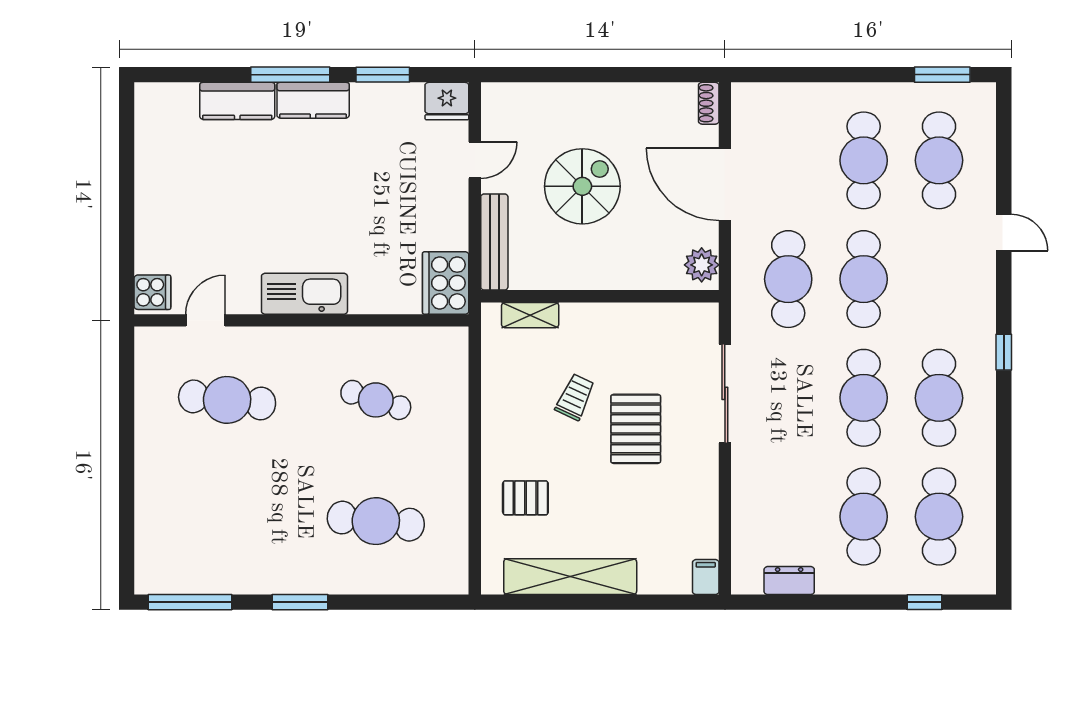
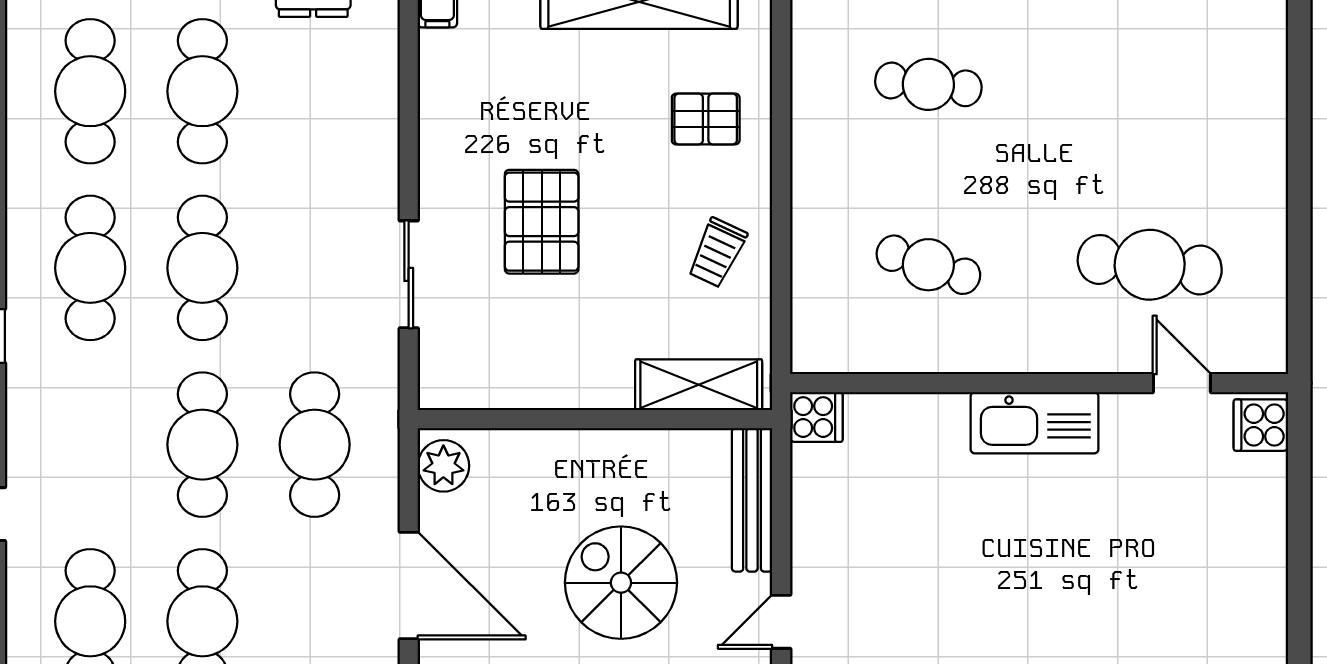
spiral stairs: (582, 186) -> (621, 583), turned 90
cooker: (446, 283) -> (816, 417), width x0.53, depth x0.76
shelving: (530, 315) -> (699, 385), width x1.50, depth x1.33
door: (205, 320) -> (1182, 383), swing flipped
sliding door: (725, 393) -> (409, 274), width x0.73
trolley: (575, 397) -> (717, 253), moved
cafe table: (376, 521) -> (928, 84), width x0.73, depth x0.74

